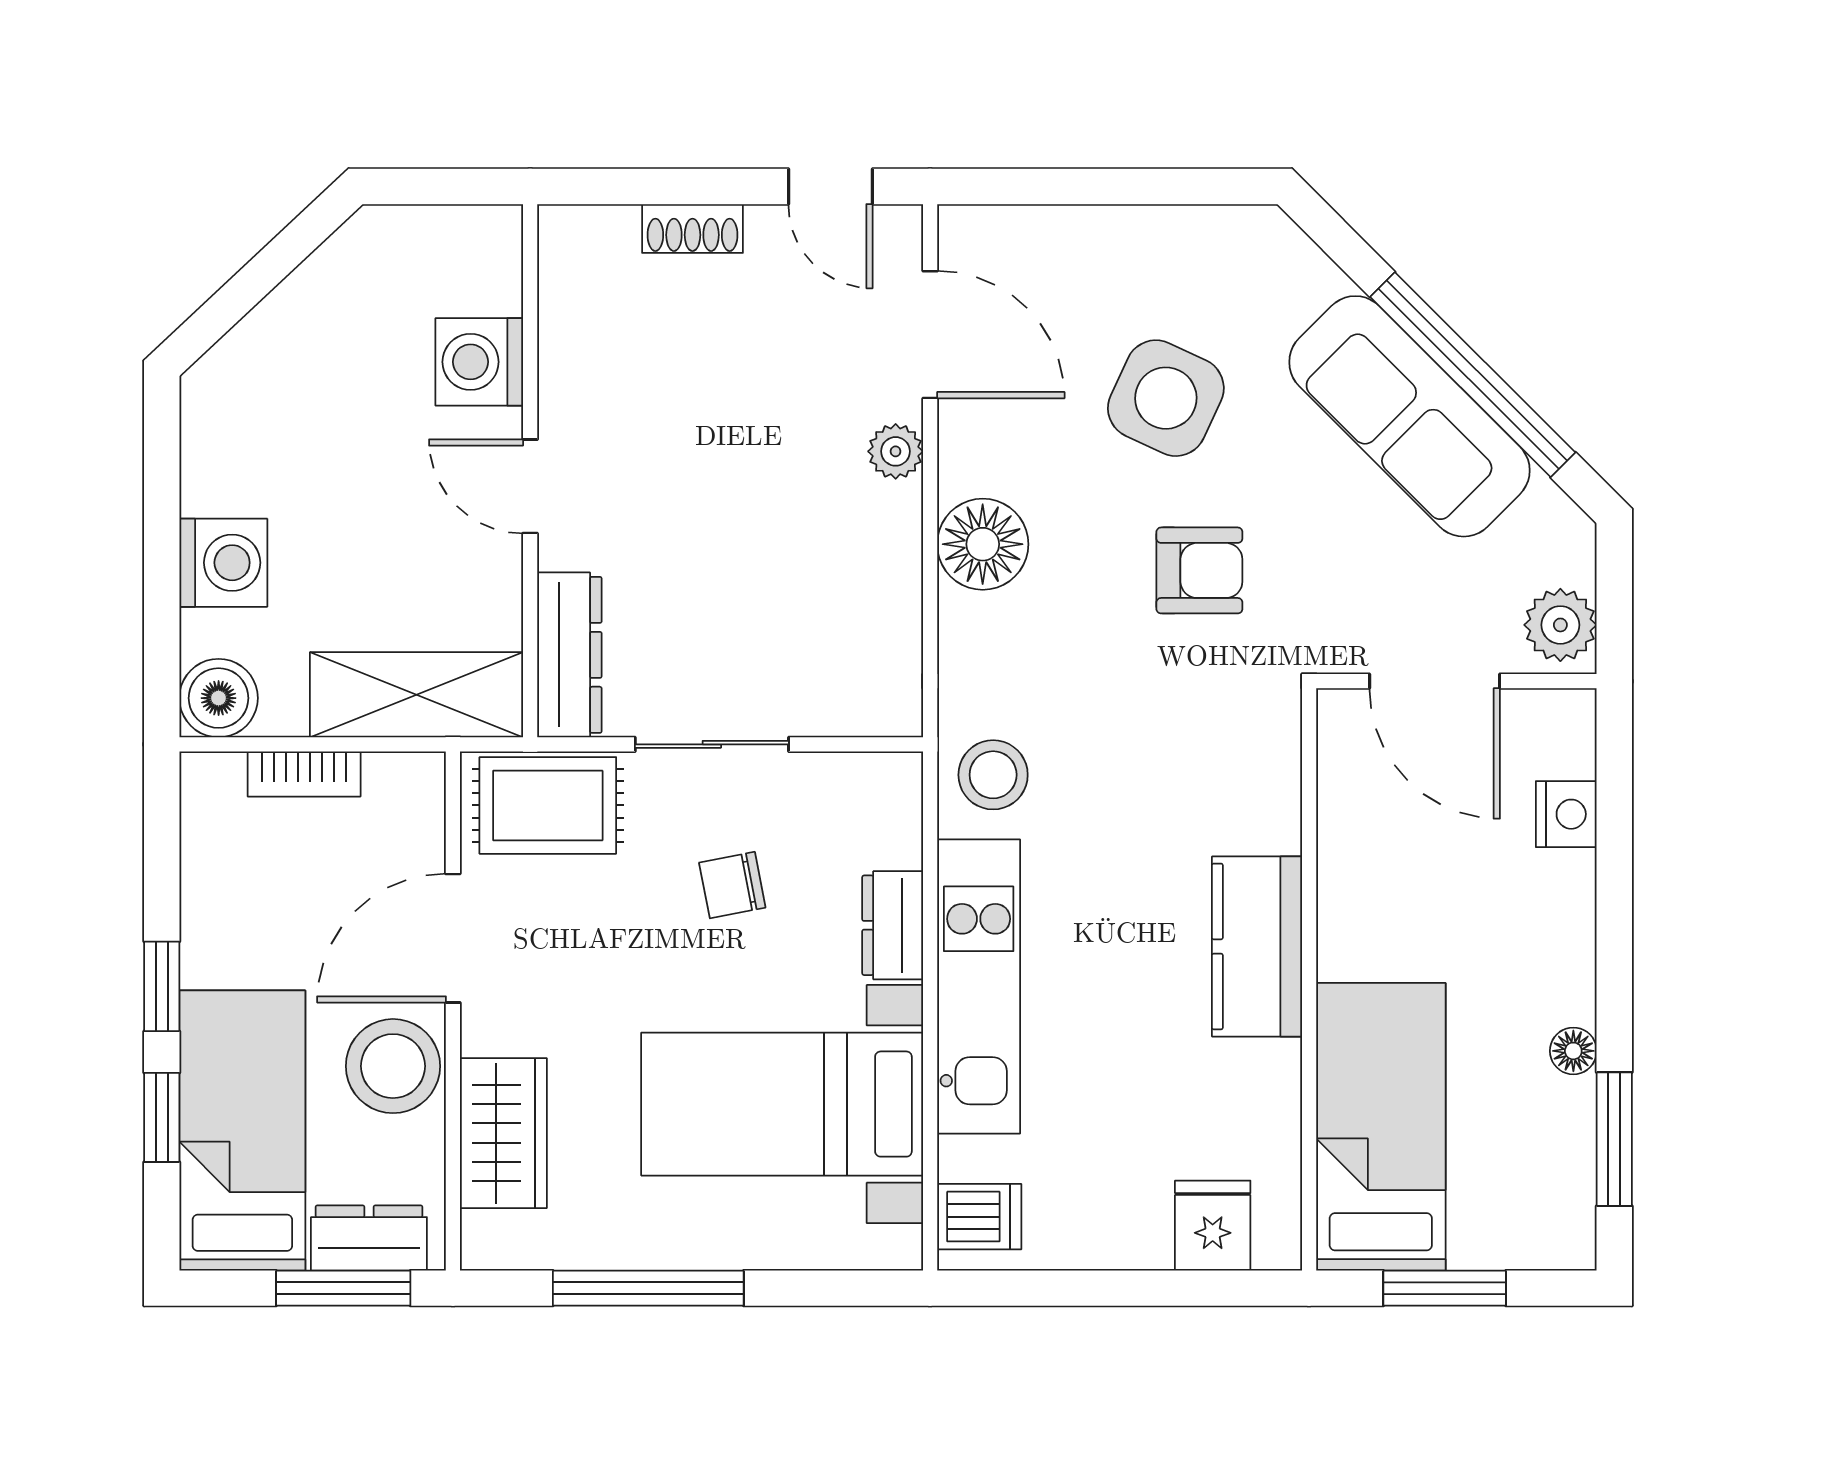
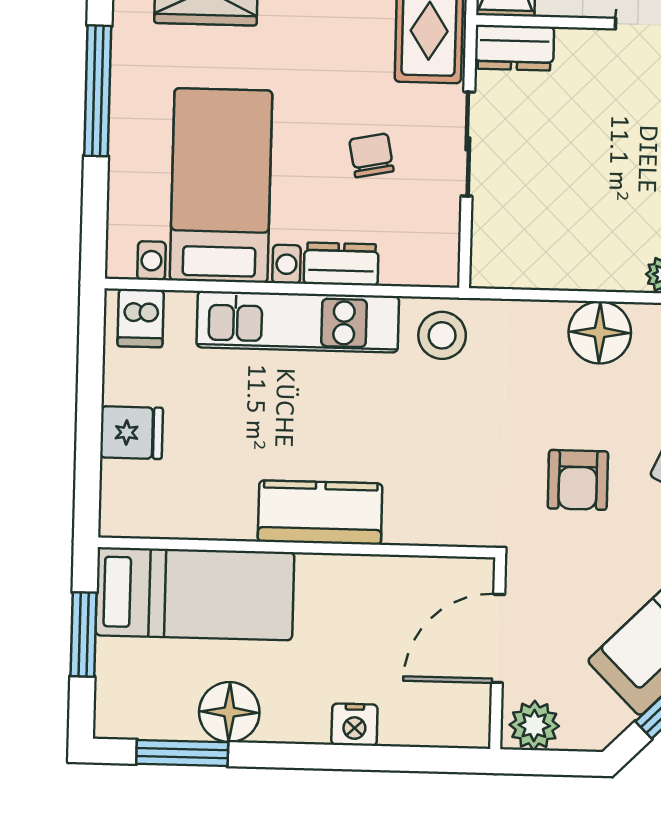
dresser: (569, 655) -> (514, 48), width x0.70
nightstand: (1566, 814) -> (354, 725), moved
floor lamp: (1573, 1051) -> (229, 712), width x1.89, depth x1.89
fridge: (1213, 1226) -> (131, 433), moved

